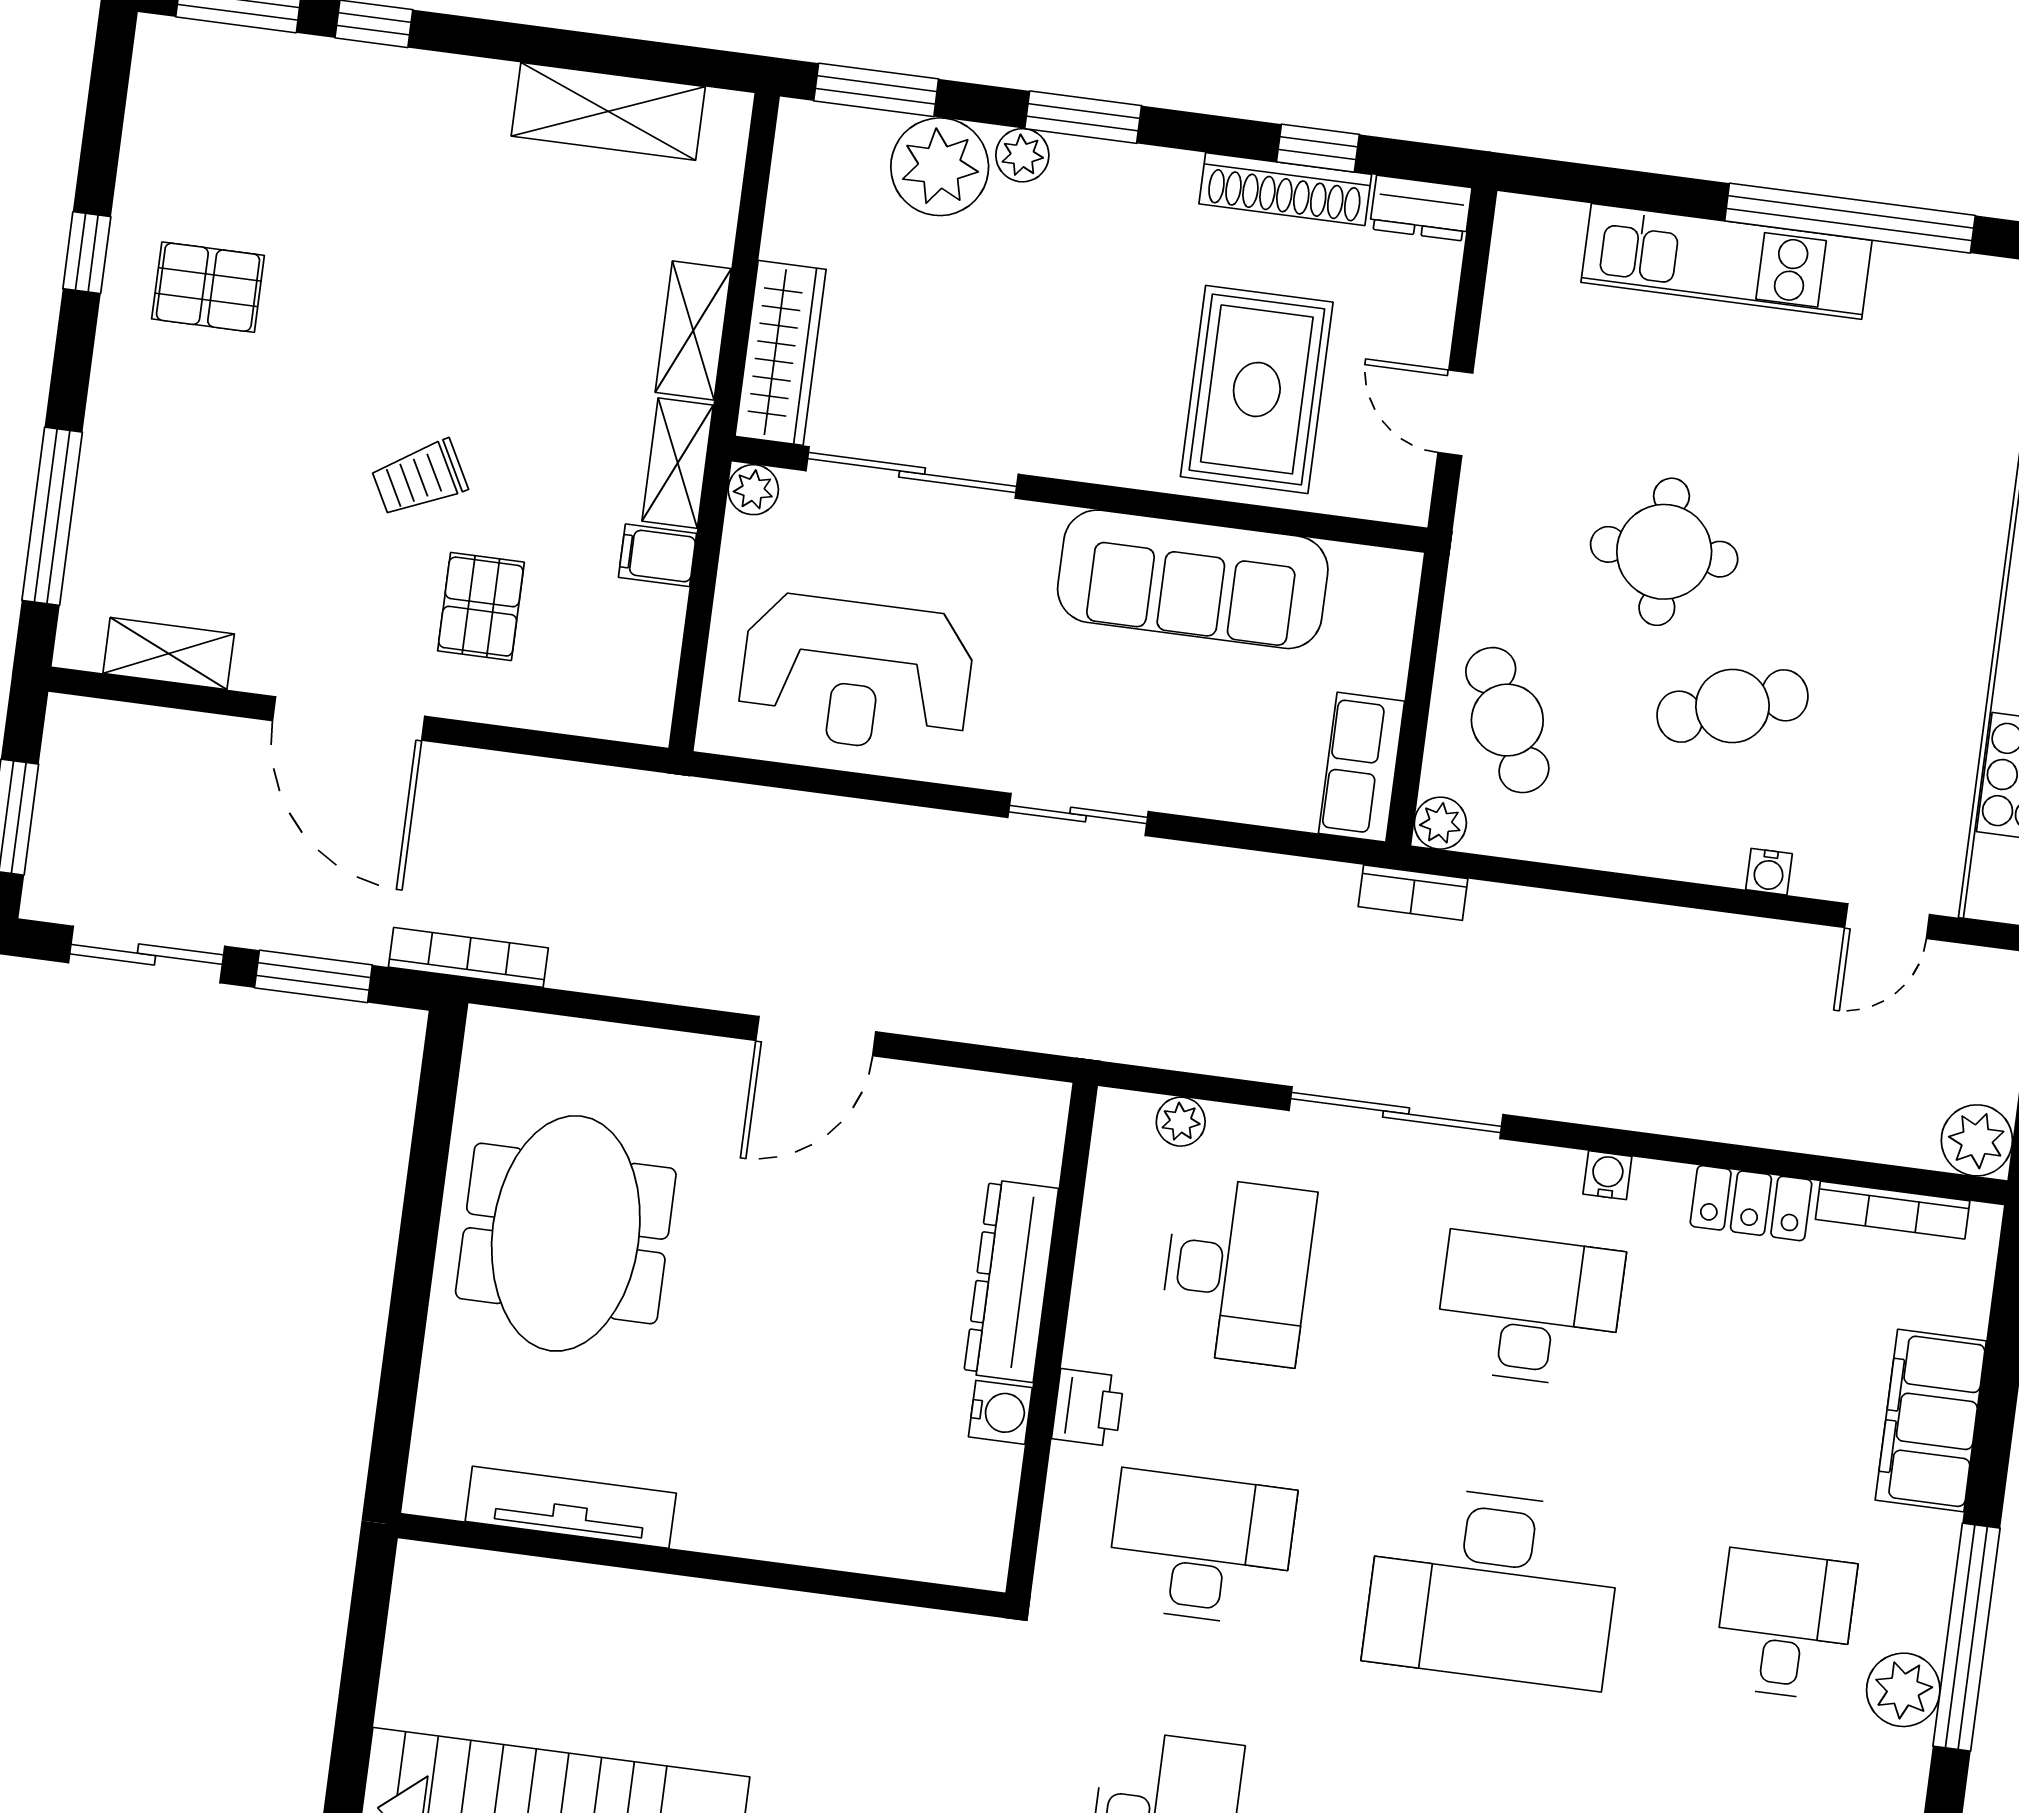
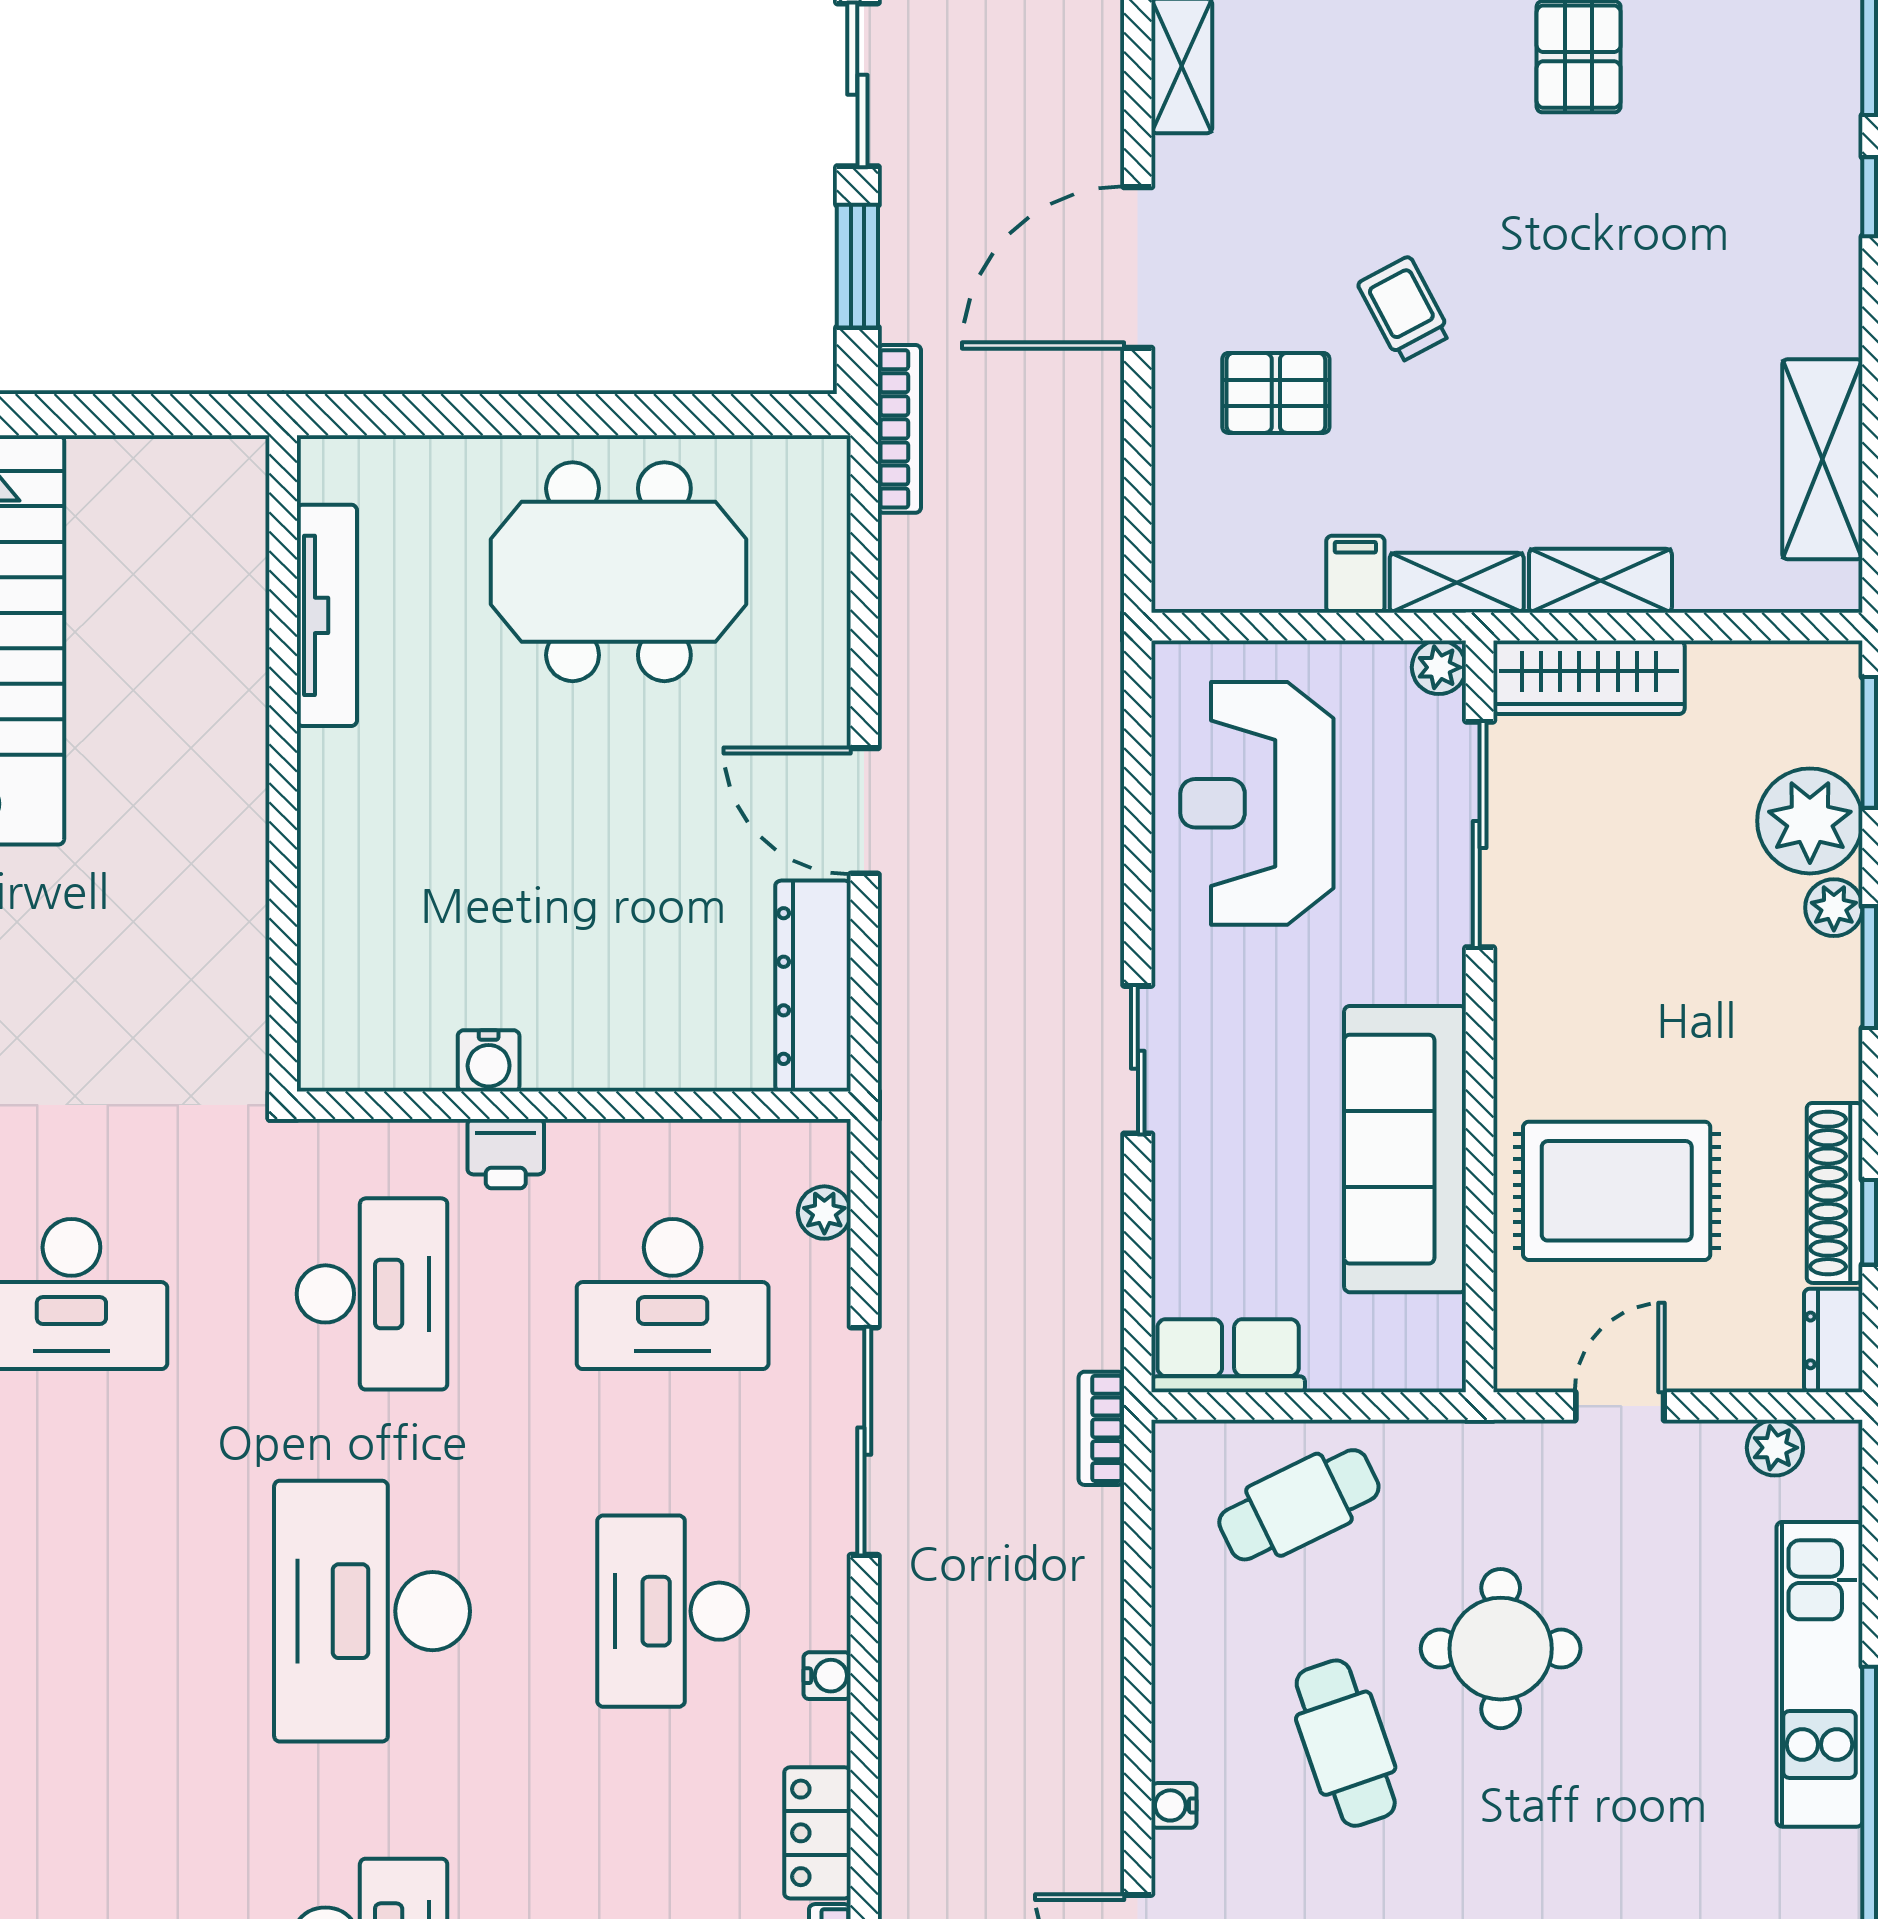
plant: (1440, 823) -> (1775, 1448), moved
dresser: (1011, 1281) -> (813, 986), moved, turned -90
desk: (1529, 1310) -> (673, 1611), turned 180

